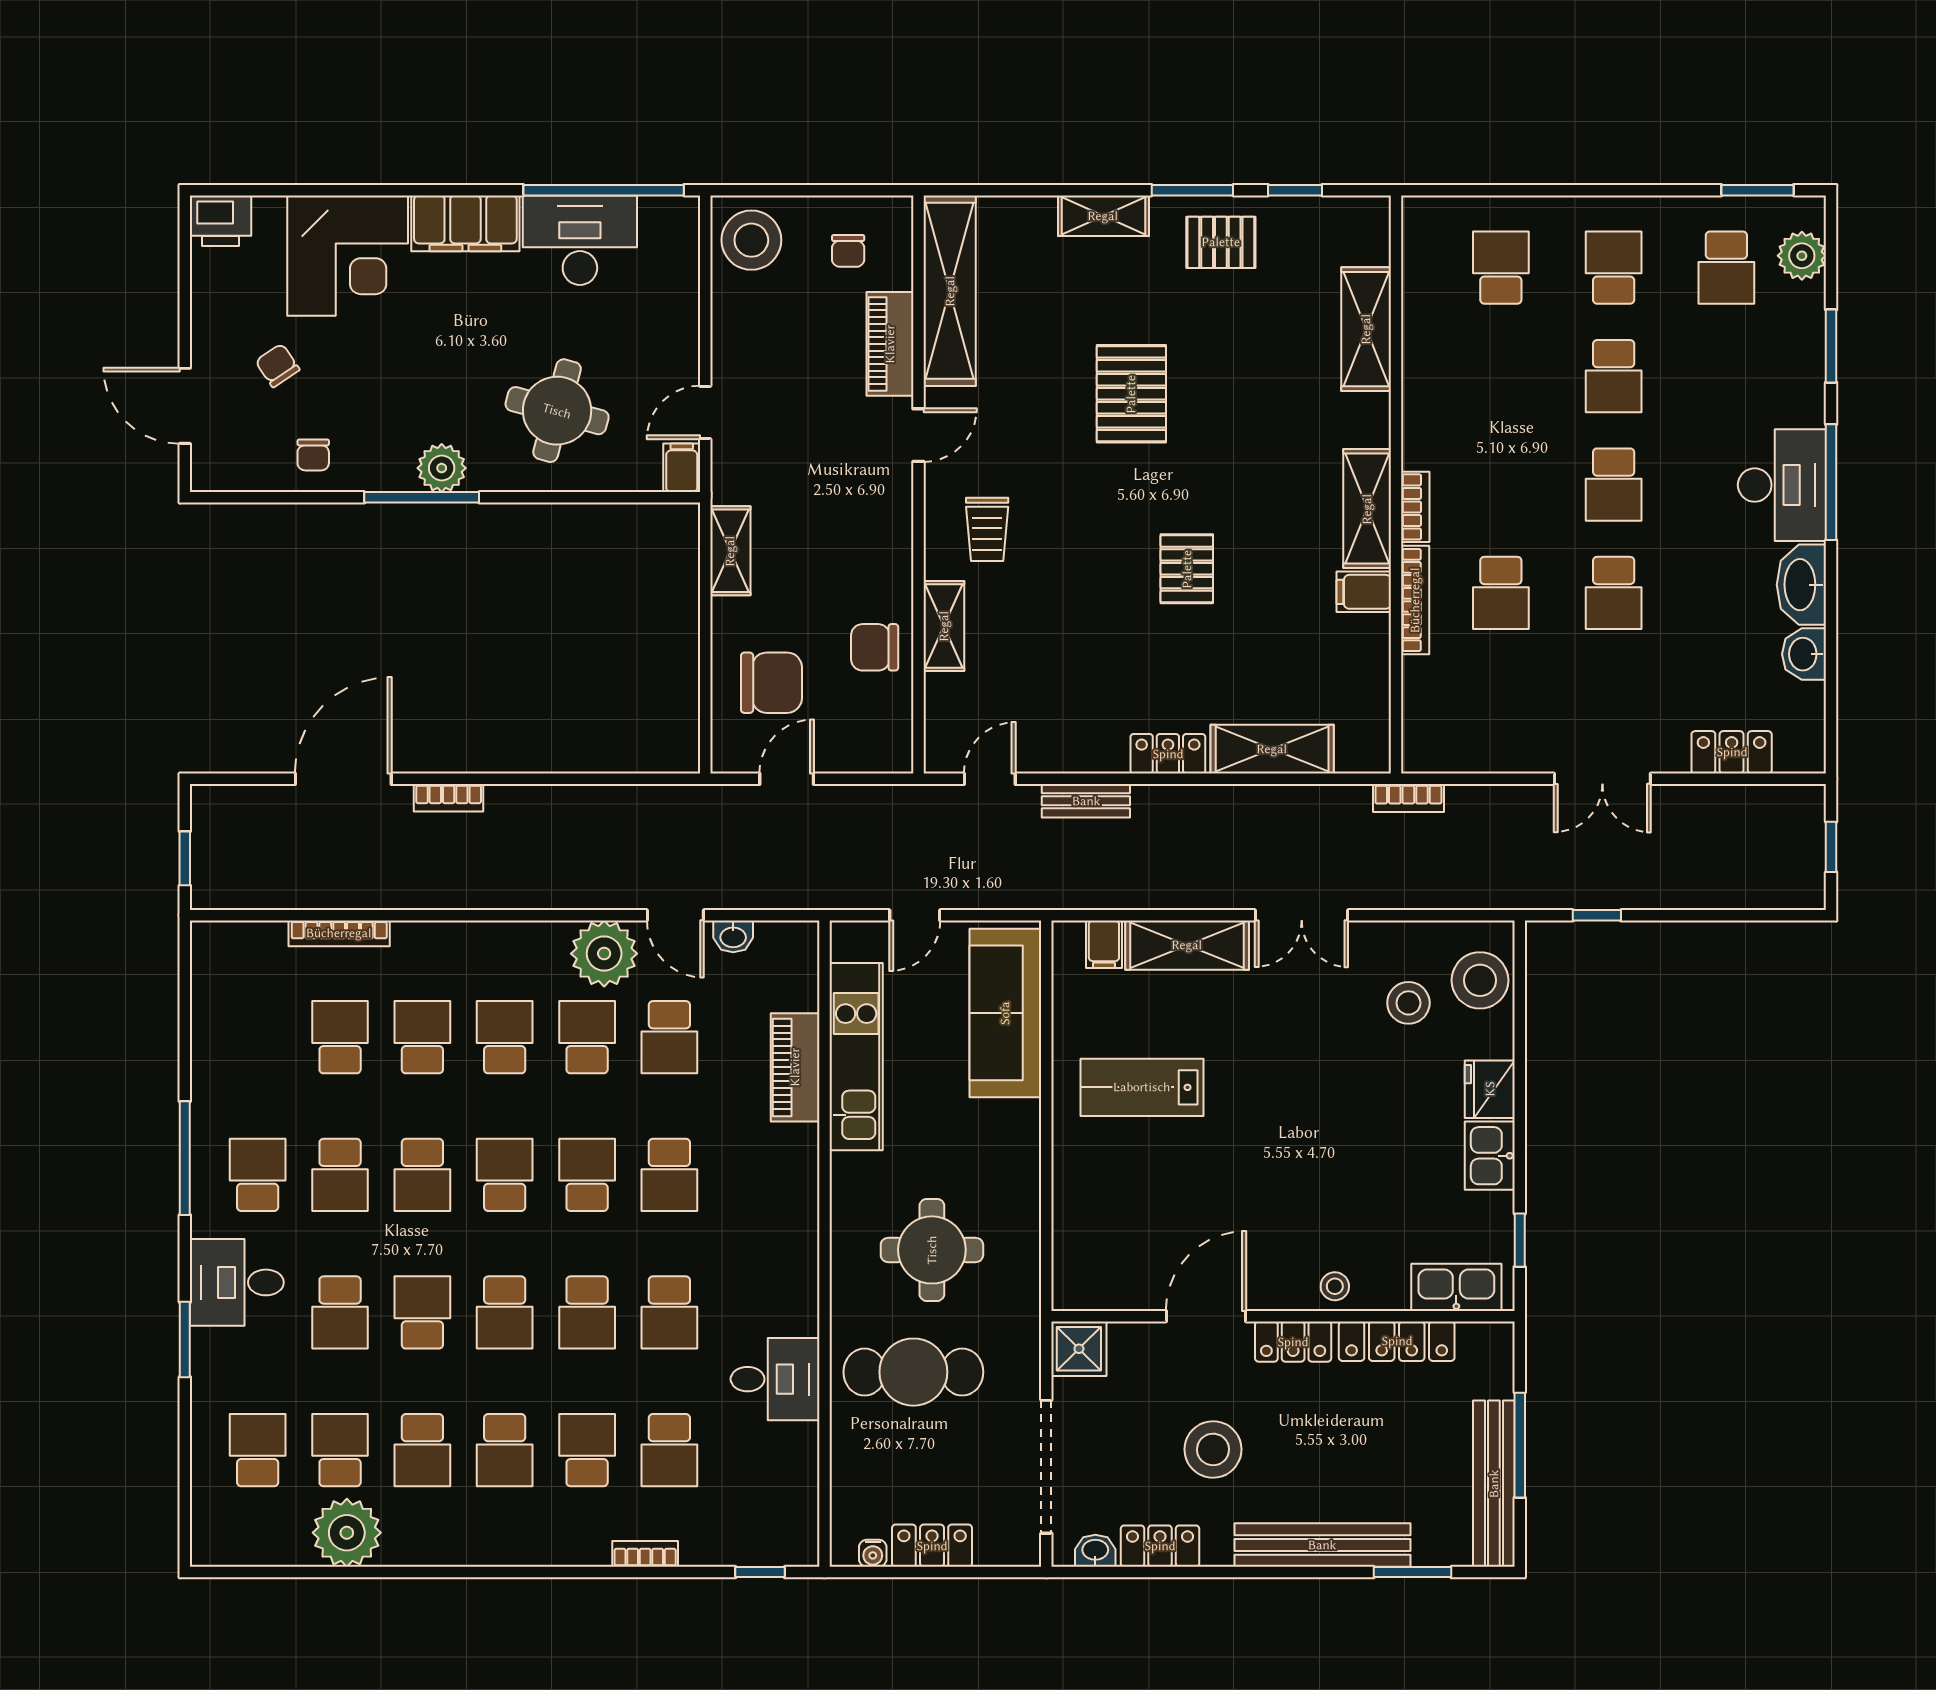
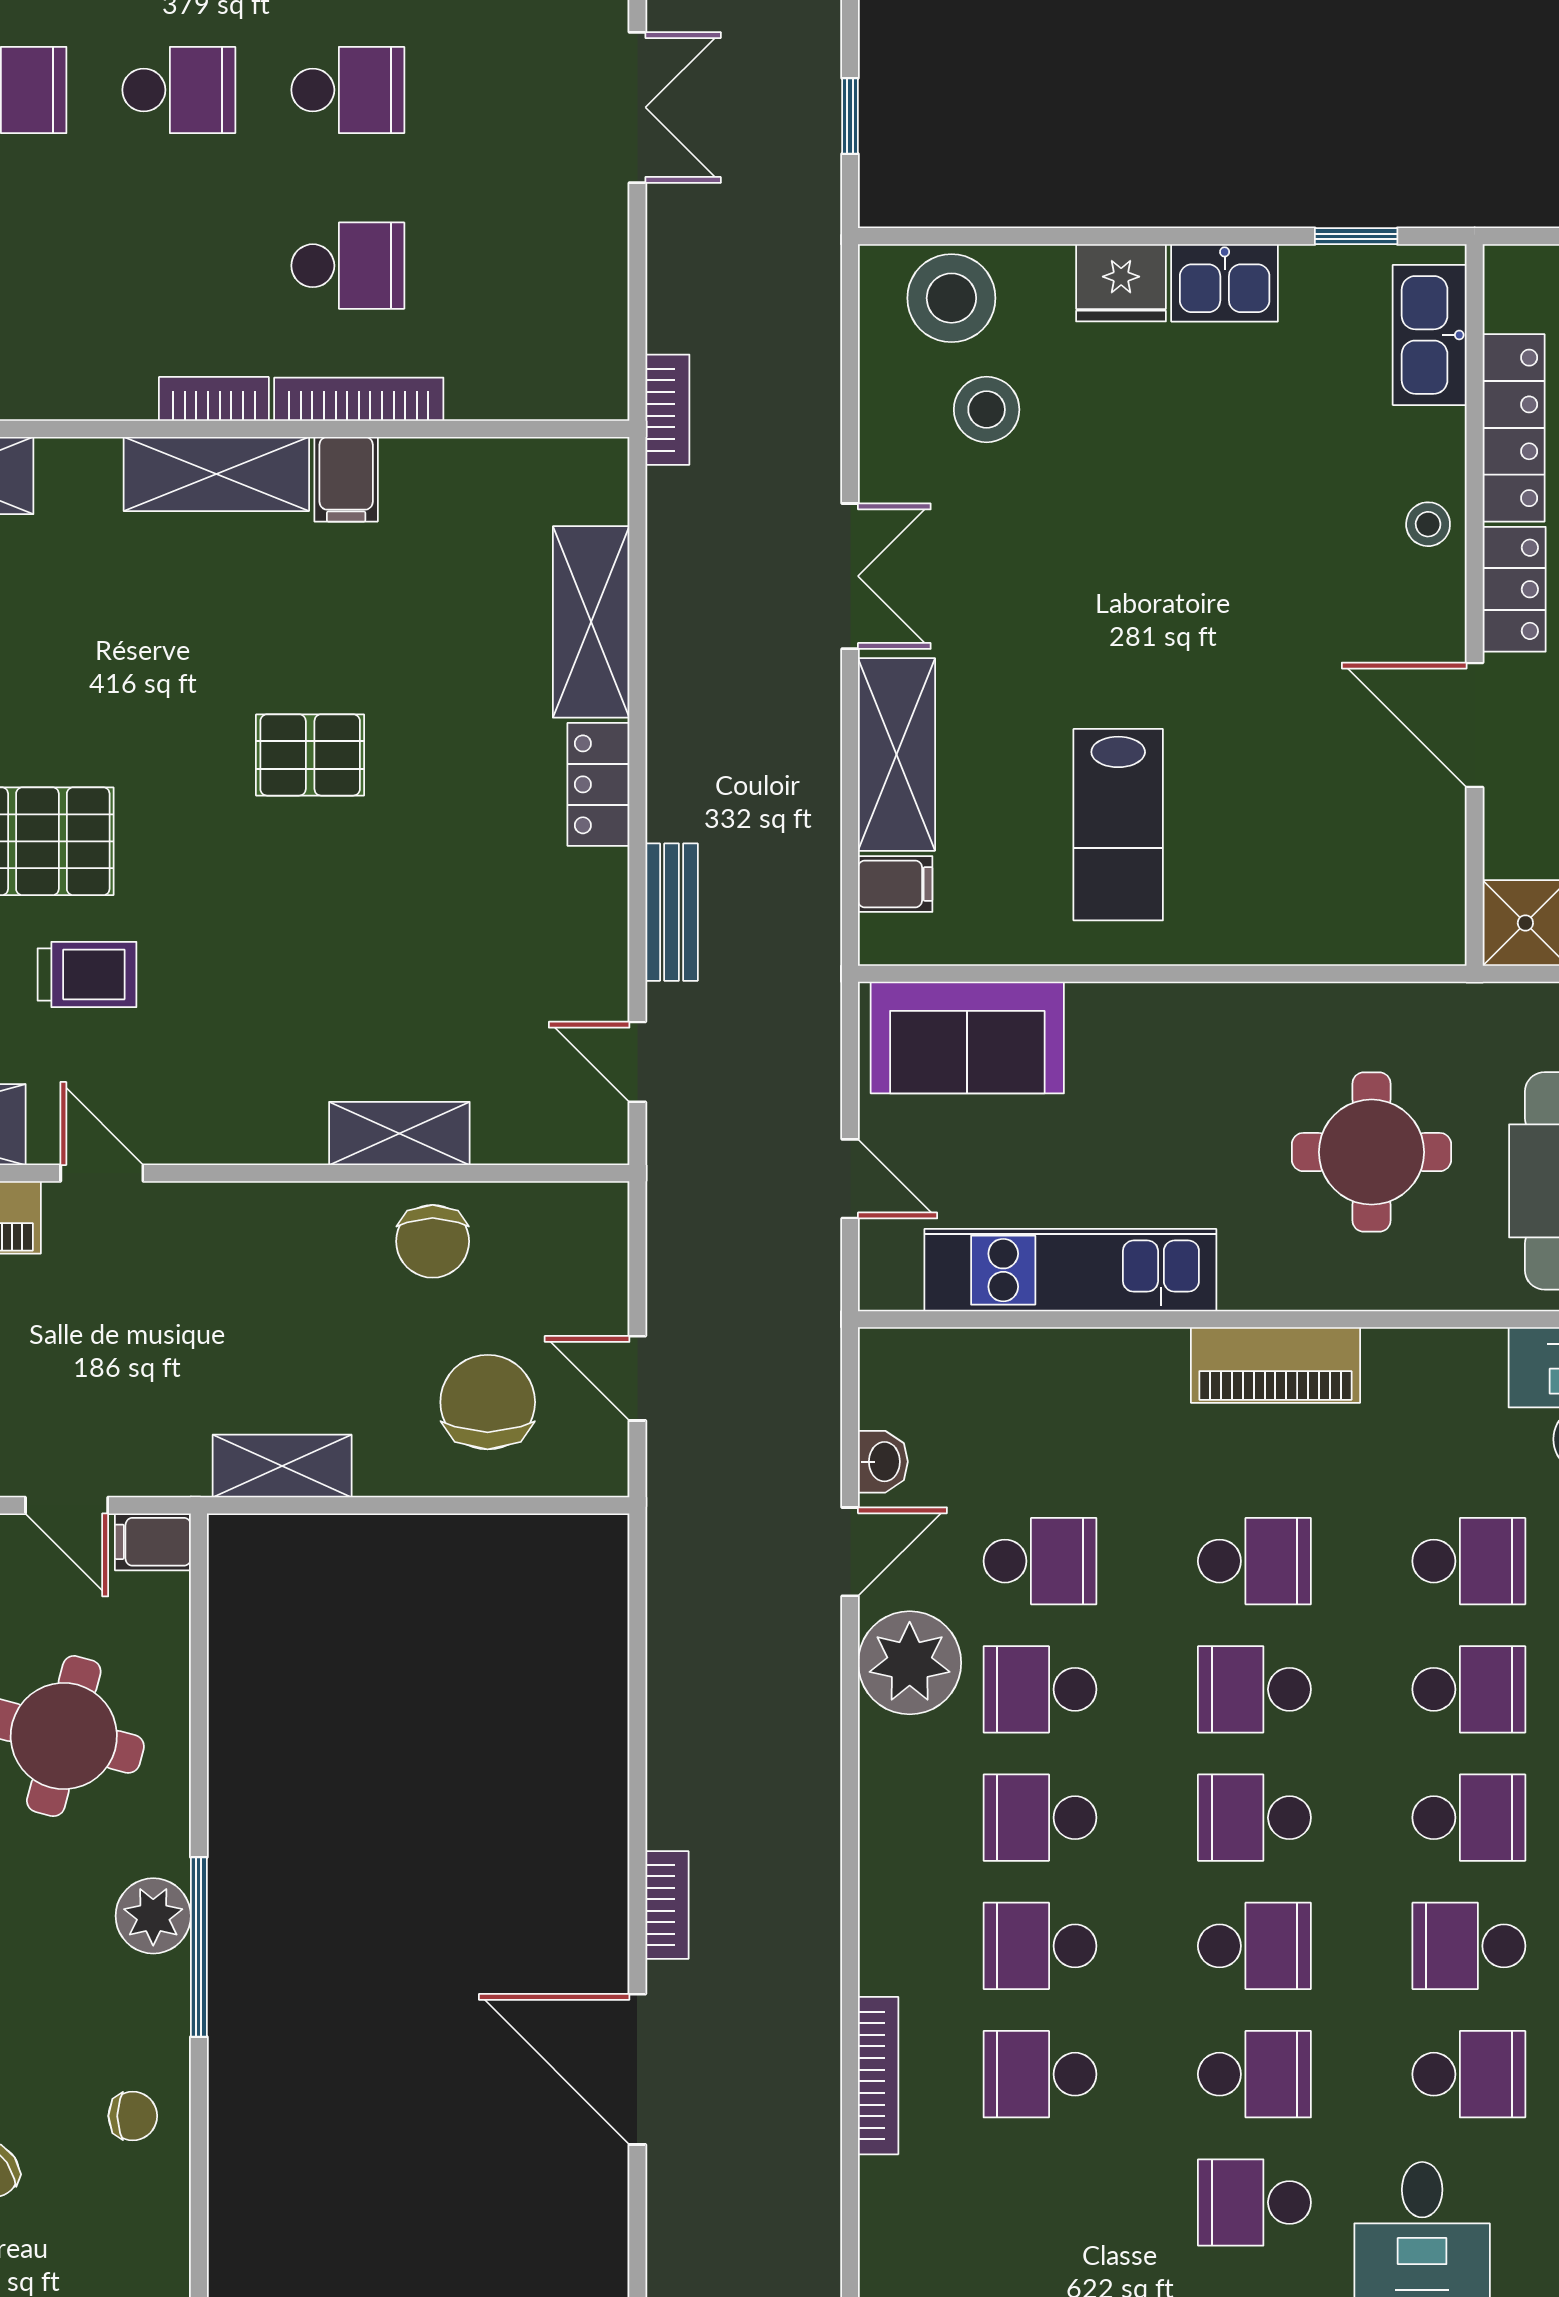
trolley: (987, 529) -> (87, 974), moved
sofa: (1005, 1013) -> (967, 1038), width x0.73
piano: (795, 1067) -> (1275, 1365), moved

